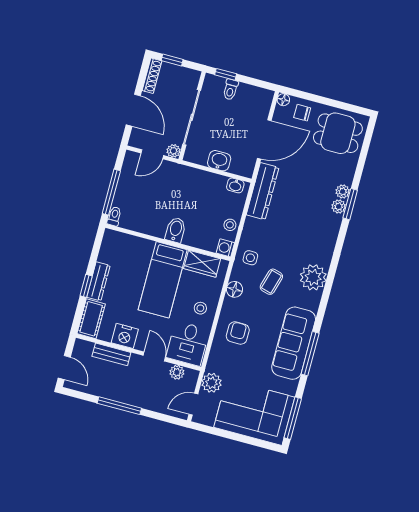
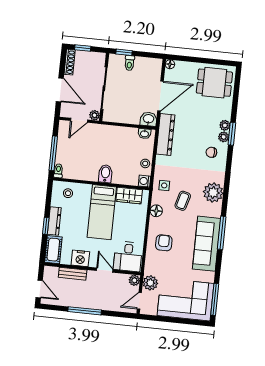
chair: (302, 113) -> (211, 152), moved
washbasin: (219, 161) -> (148, 119), moved
stool: (200, 308) -> (68, 193), moved
window: (310, 354) -> (222, 233), moved
plant: (177, 372) -> (134, 280), moved

